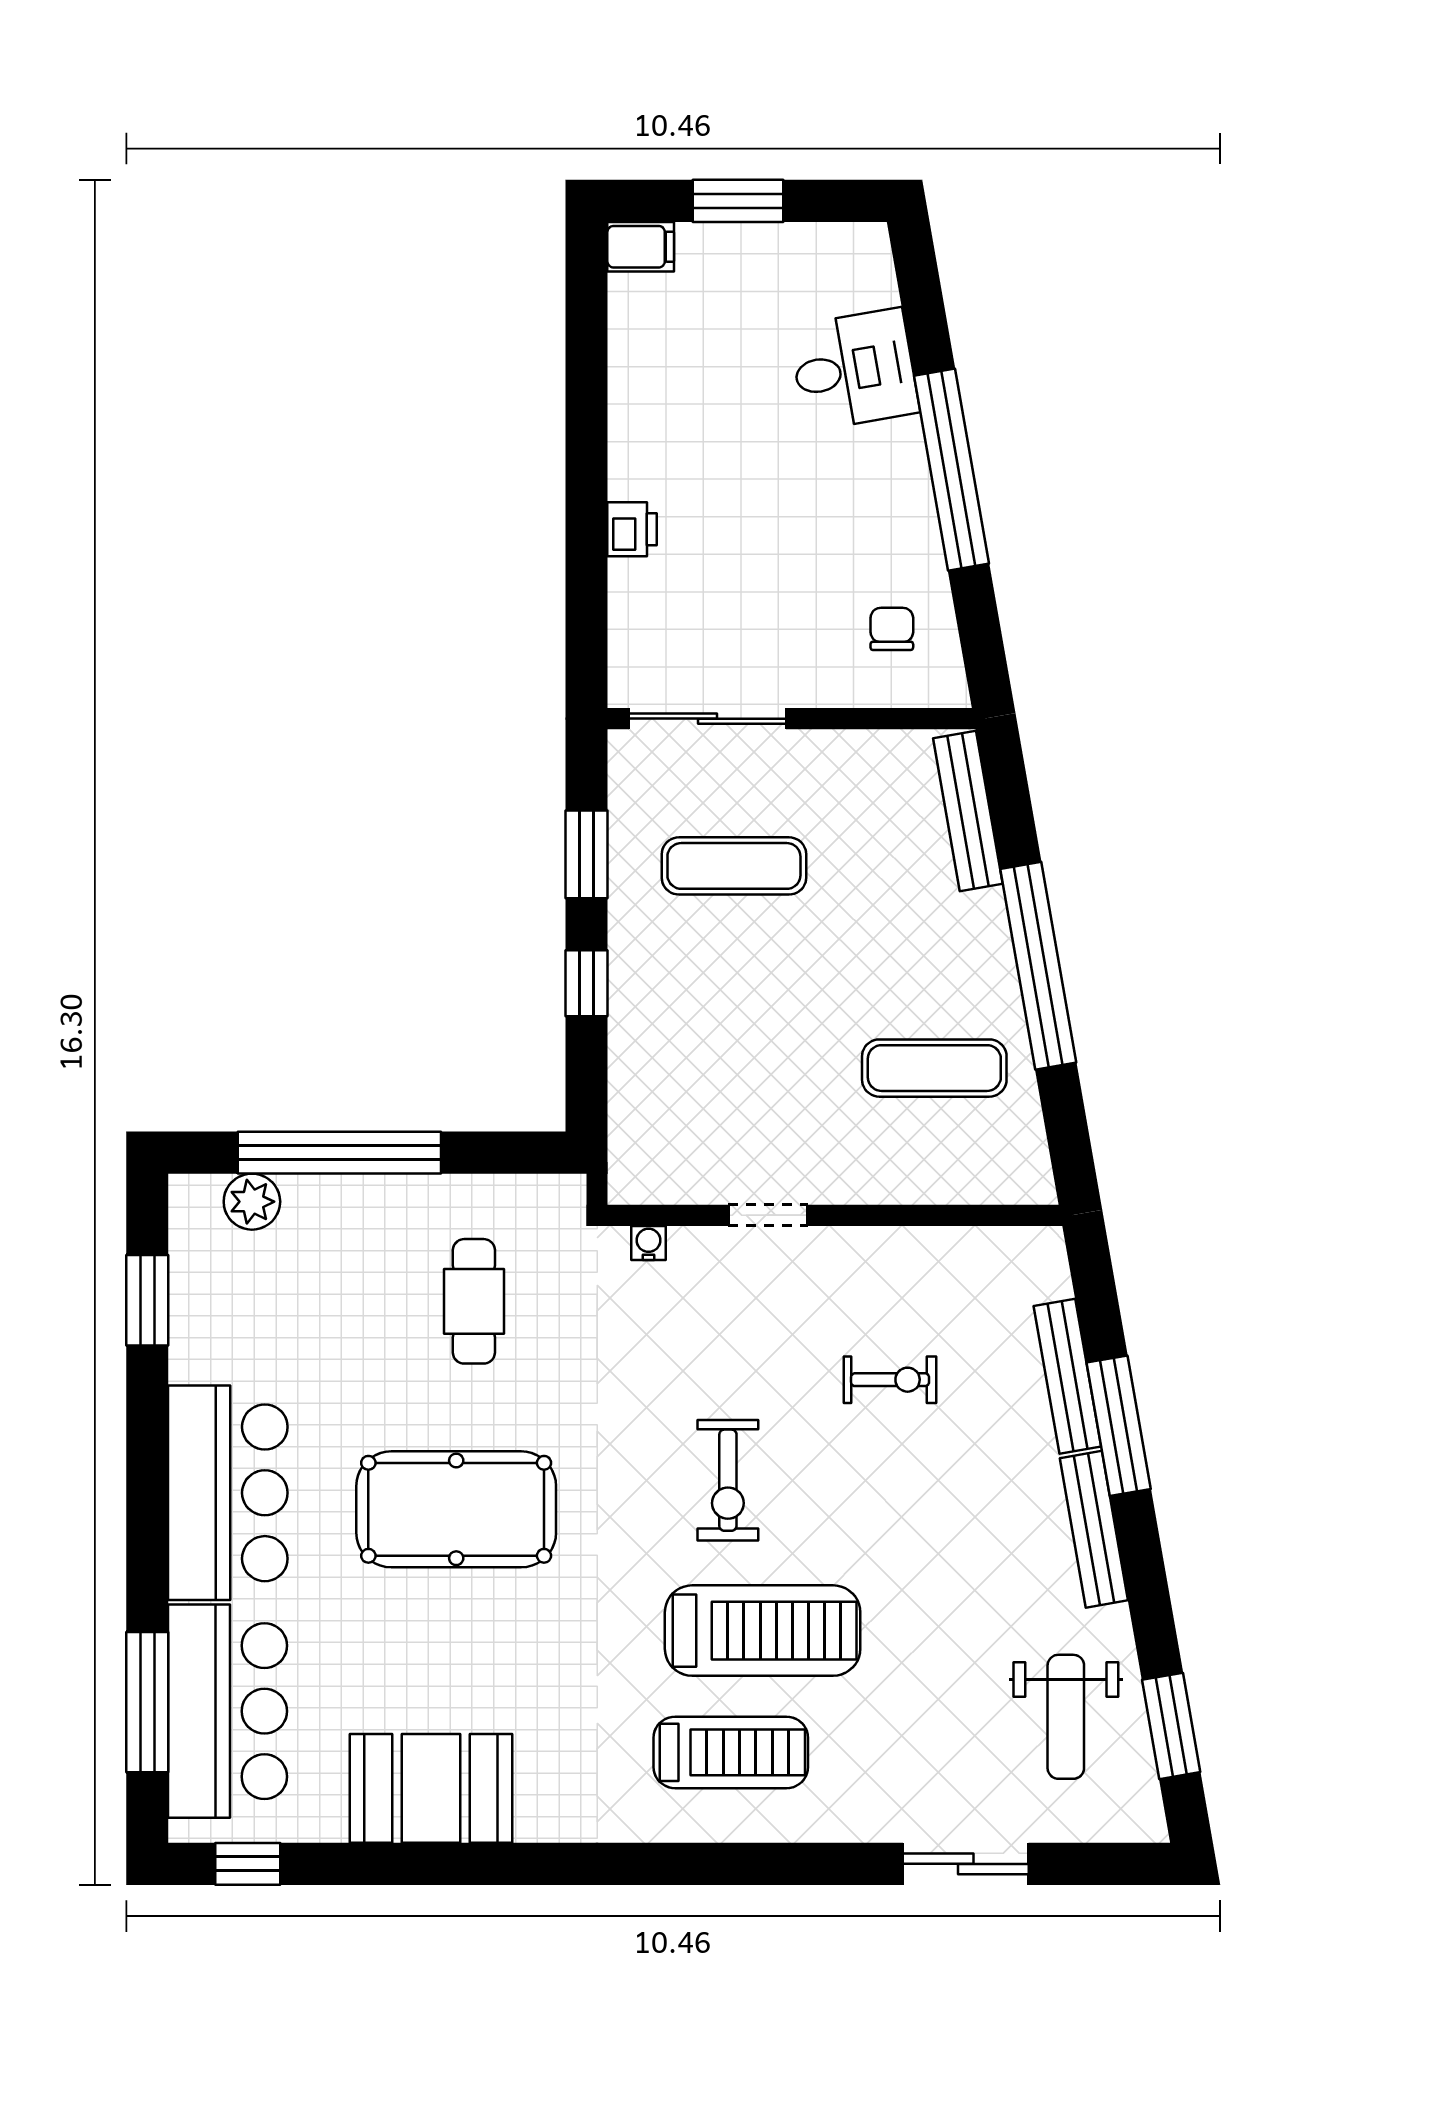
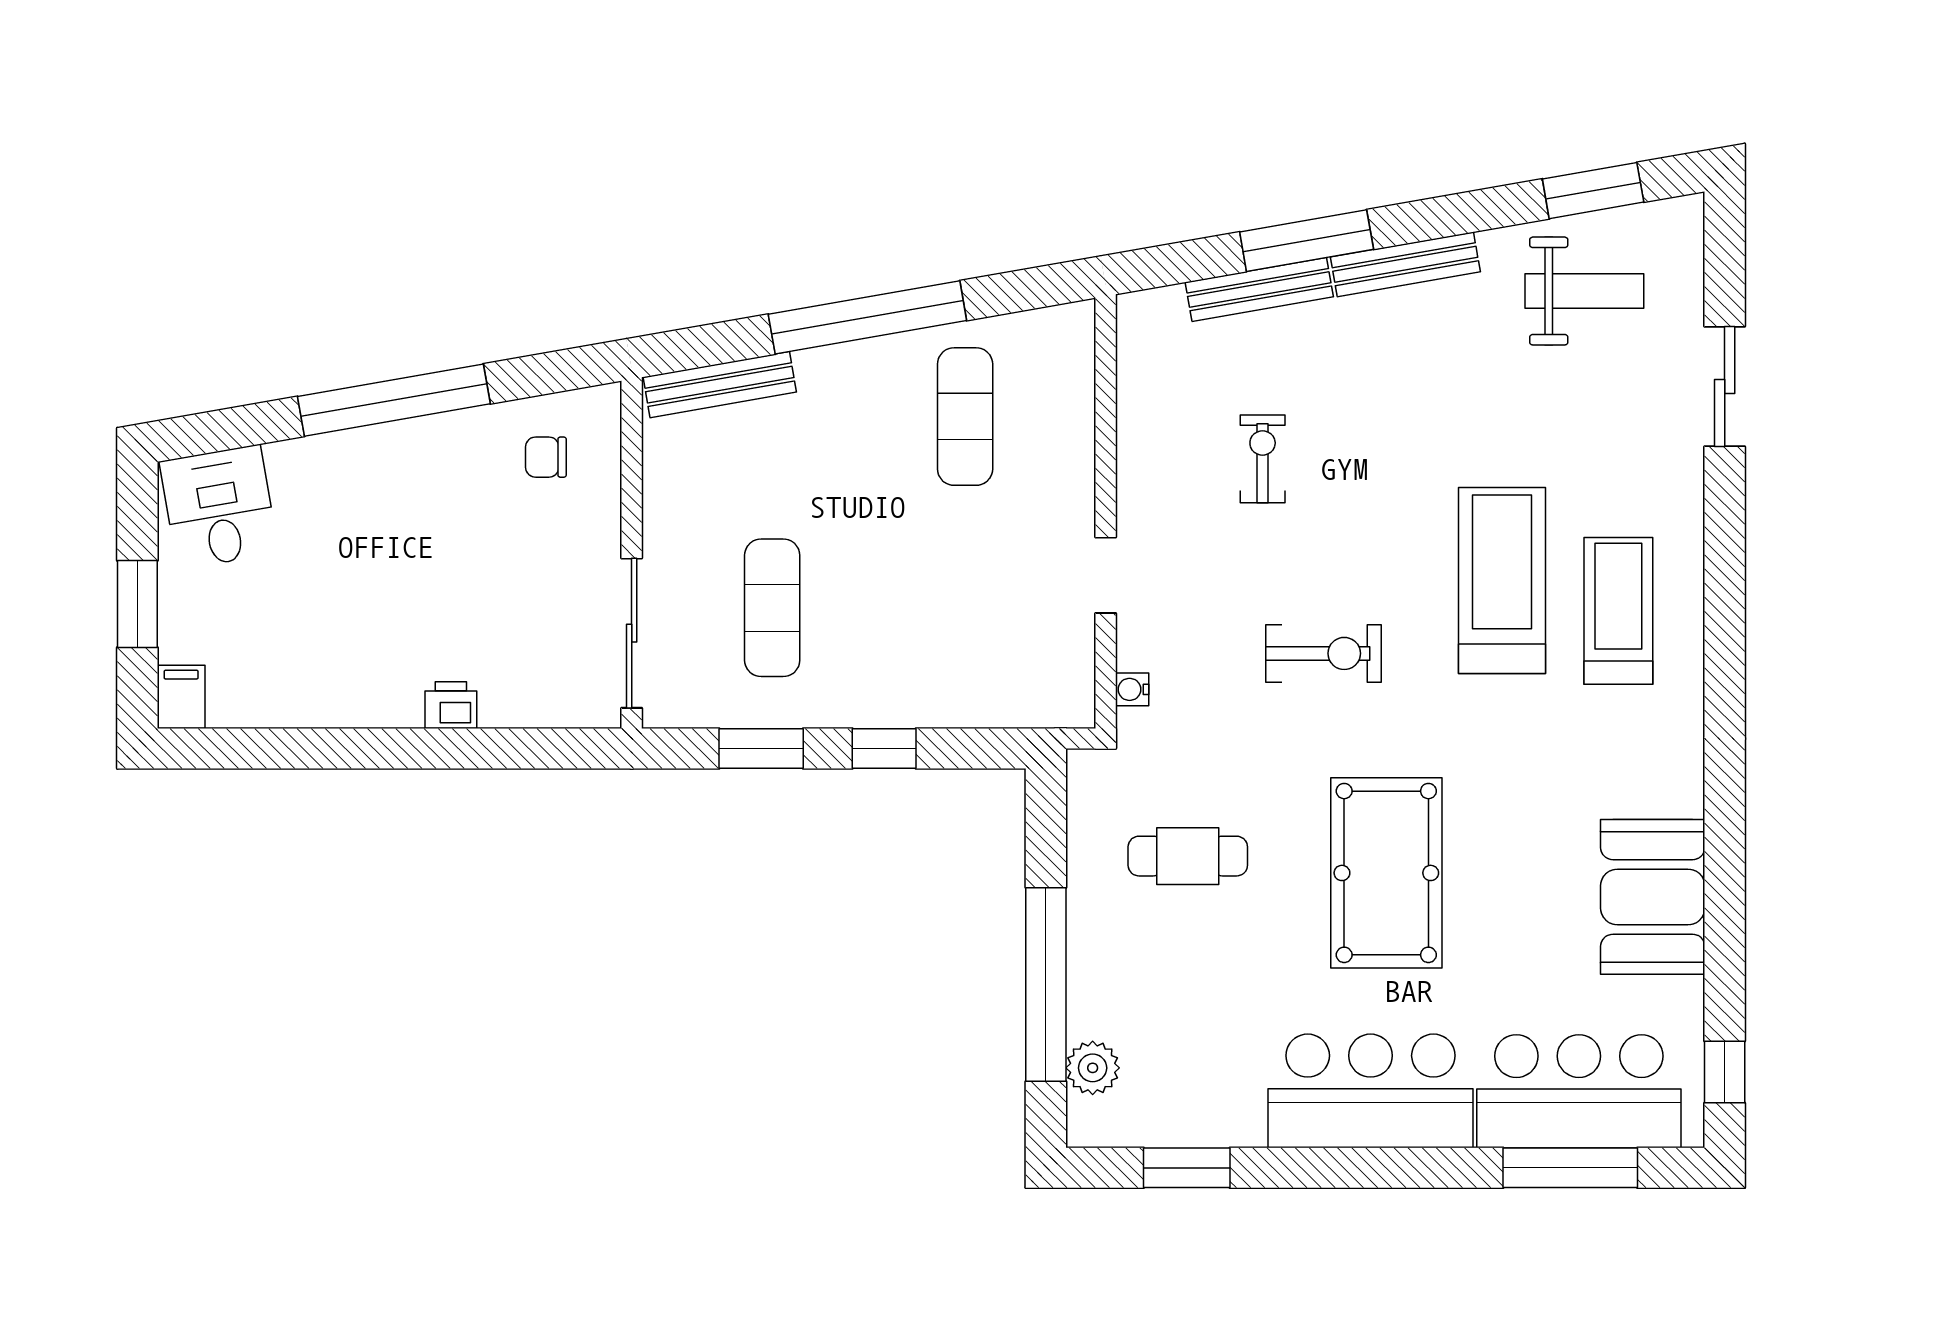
desk: (854, 369) -> (219, 507), moved
exercise bike: (728, 1480) -> (1323, 653), moved

